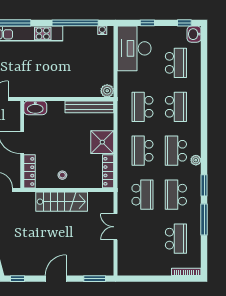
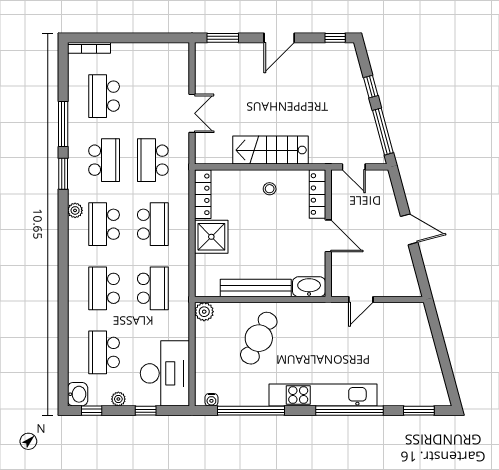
plant: (166, 31) -> (118, 399), added
cafe table: (70, 73) -> (259, 338), added
bench: (89, 107) -> (256, 288), moved
school desk: (176, 151) -> (104, 224), turned 180

